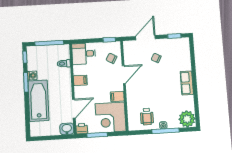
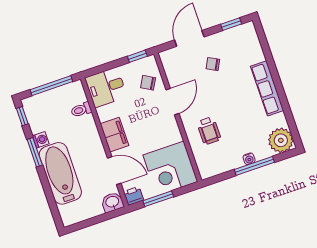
filing cabinet: (80, 80) -> (114, 135), width x2.00
row of seats: (187, 83) -> (267, 88), width x1.48
filing cabinet: (117, 96) -> (172, 136), removed
door: (74, 109) -> (114, 171), hinge flipped
wheelchair: (147, 117) -> (209, 131), moved

